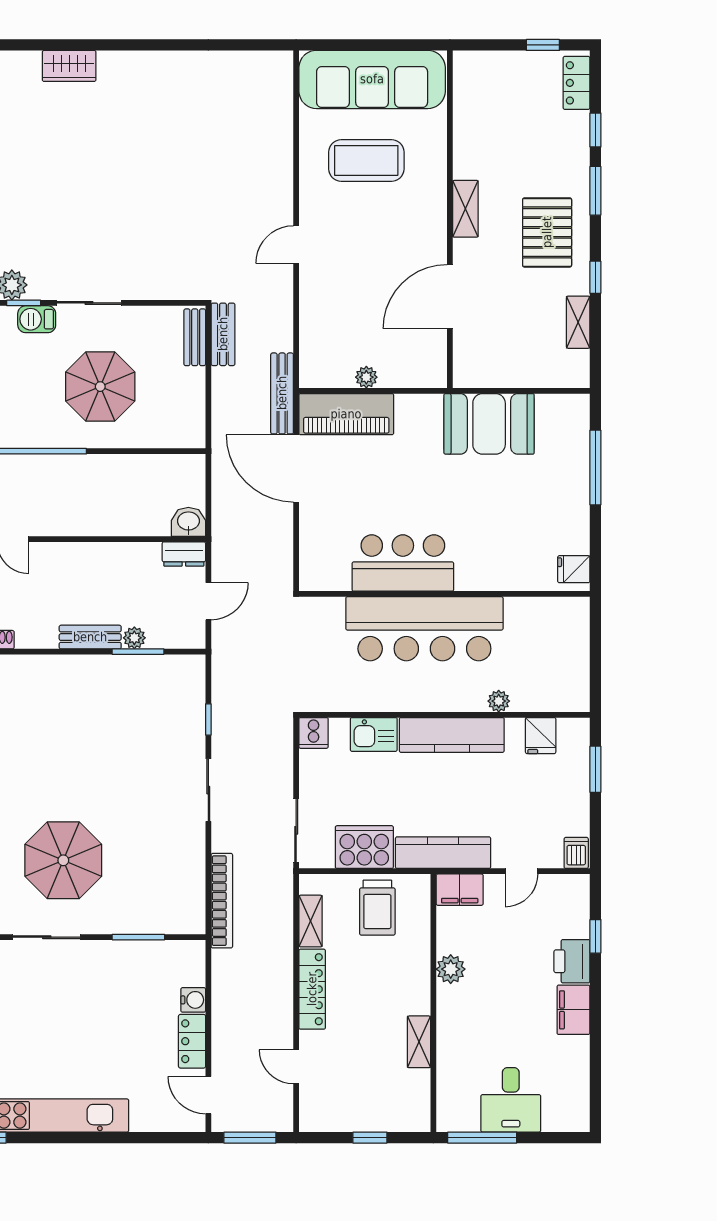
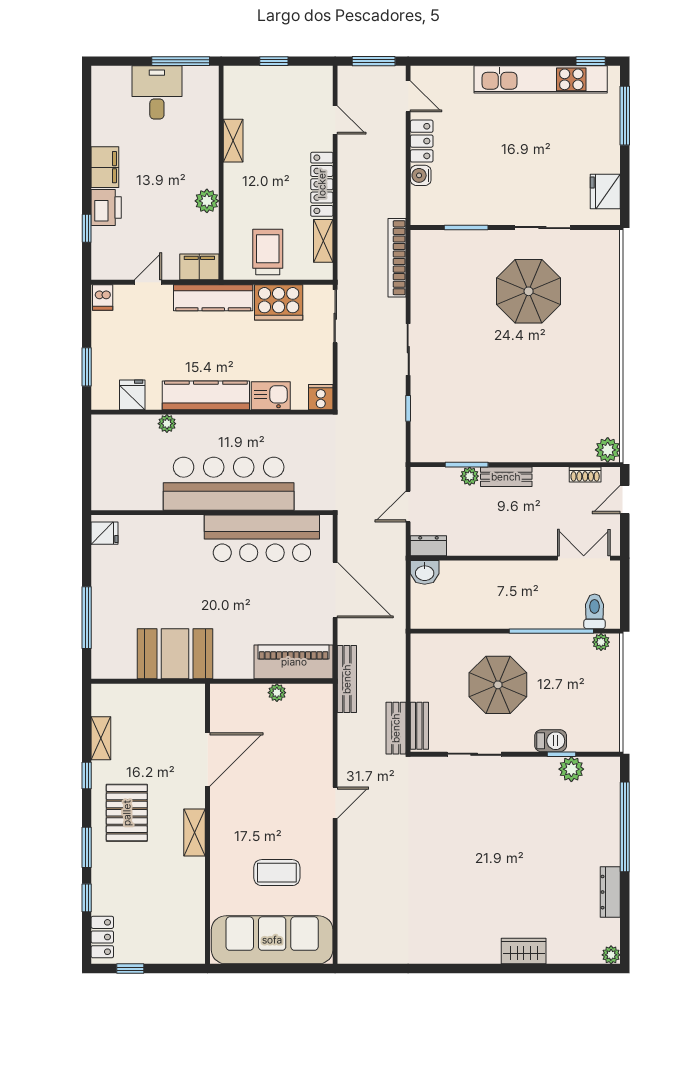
coffee table: (366, 160) -> (277, 873), width x0.73, depth x0.76
sliding door: (89, 303) -> (474, 754), moved
door: (296, 469) -> (335, 590), moved
bar counter: (403, 563) -> (262, 538), width x1.36

